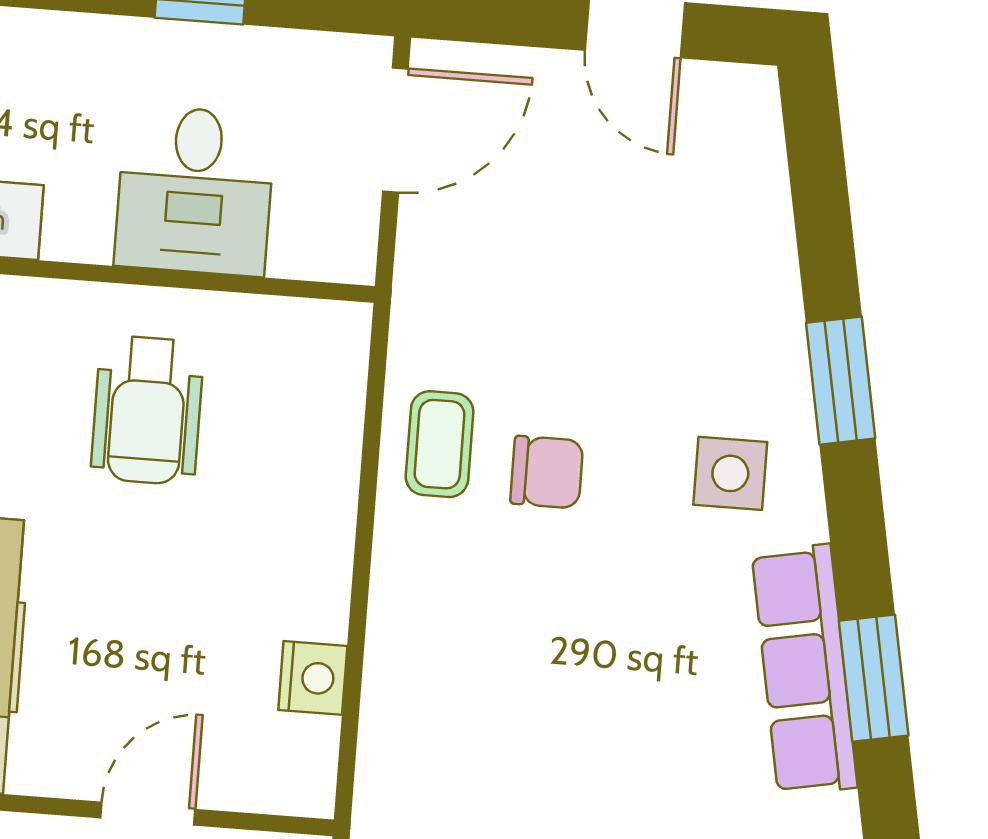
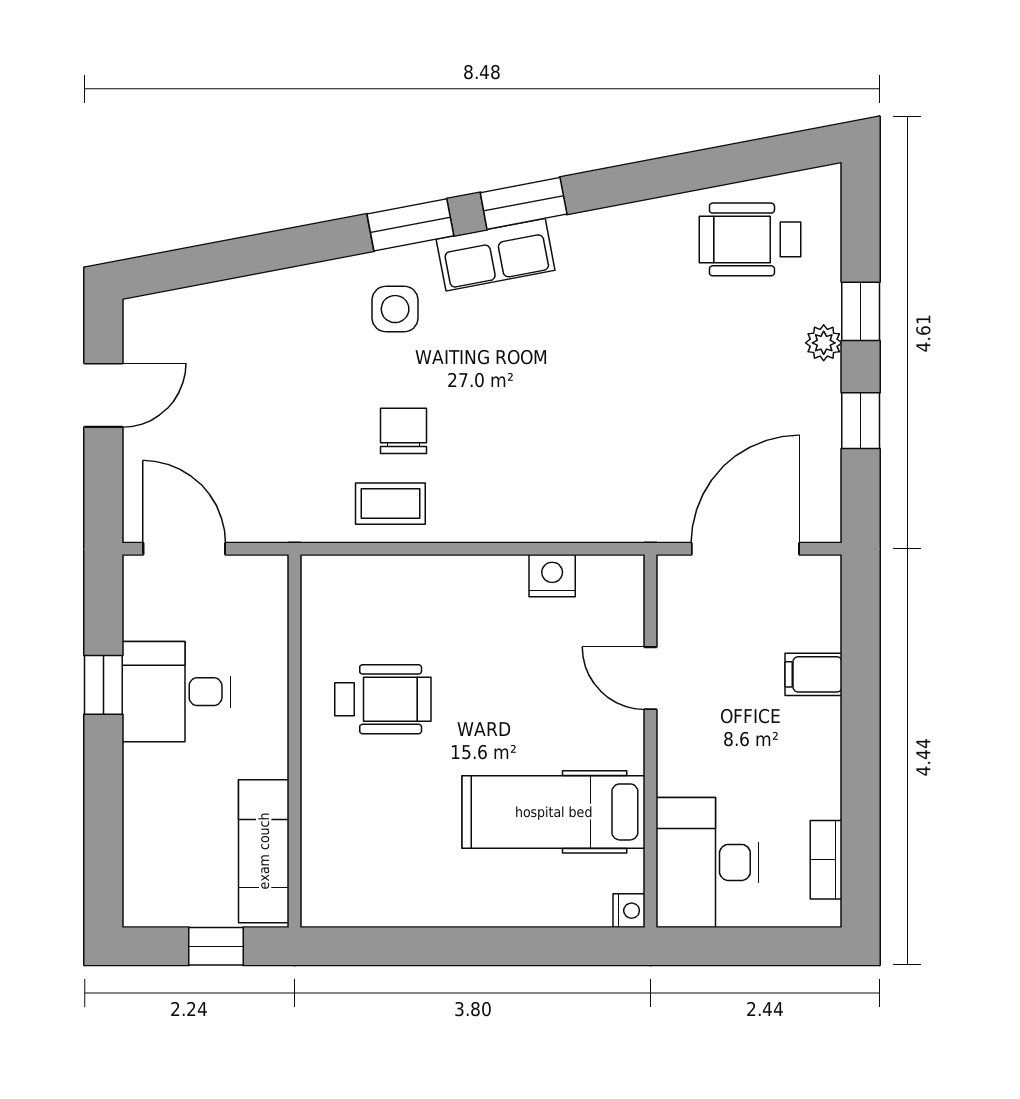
desk: (195, 191) -> (176, 692), moved, turned 180
window: (841, 381) -> (410, 225), moved
row of seats: (804, 670) -> (496, 255), width x0.68

